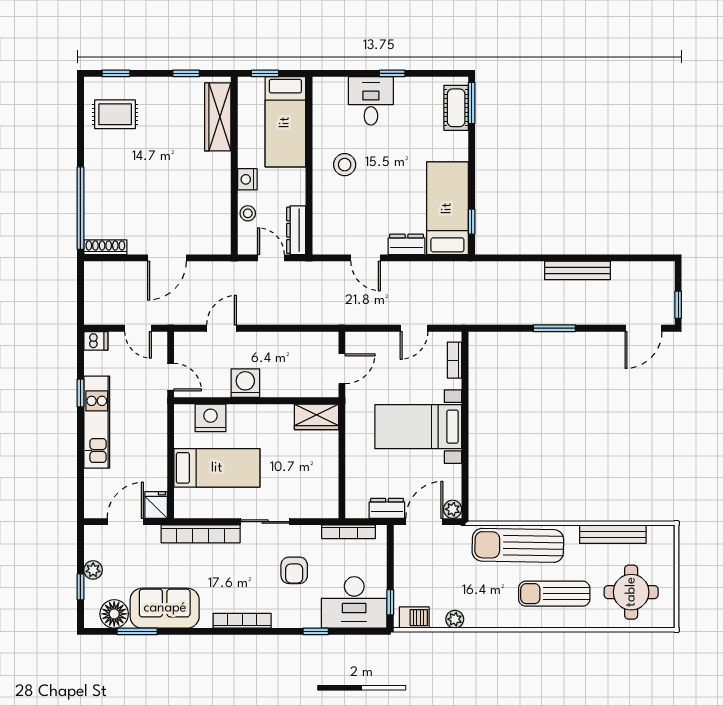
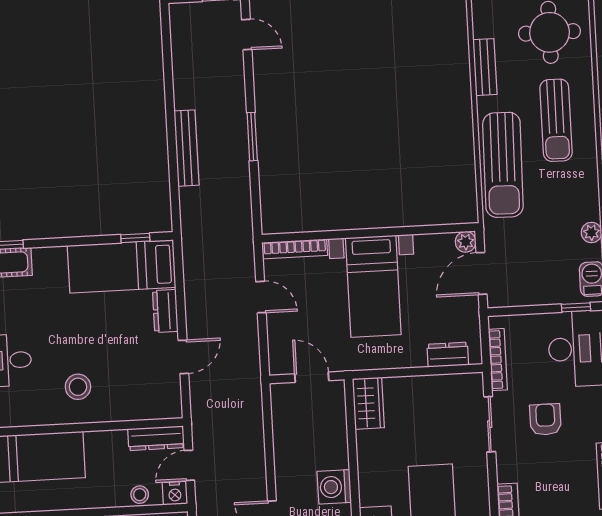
nightstand: (247, 179) -> (175, 493), moved
bench: (577, 270) -> (186, 148), moved
door: (643, 328) -> (247, 35), width x0.73
bookcase: (454, 360) -> (295, 249), width x1.56
dresser: (387, 508) -> (448, 355), moved, turned 90
sliding door: (265, 522) -> (490, 424), moved
door: (424, 522) -> (482, 273), hinge flipped
bench: (613, 534) -> (485, 67), width x0.73
armchair: (294, 570) -> (545, 419), turned -90

